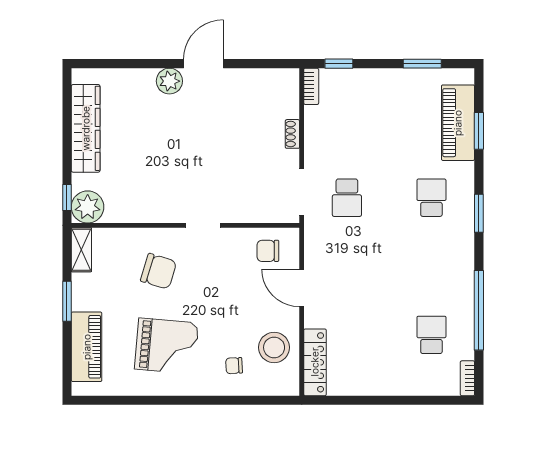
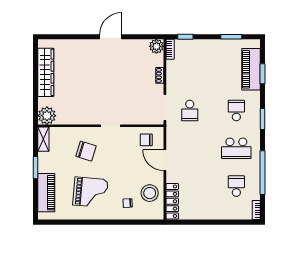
plant: (169, 81) -> (156, 46), moved
window: (67, 197) -> (36, 110), removed
school desk: (431, 266) -> (236, 148), added

